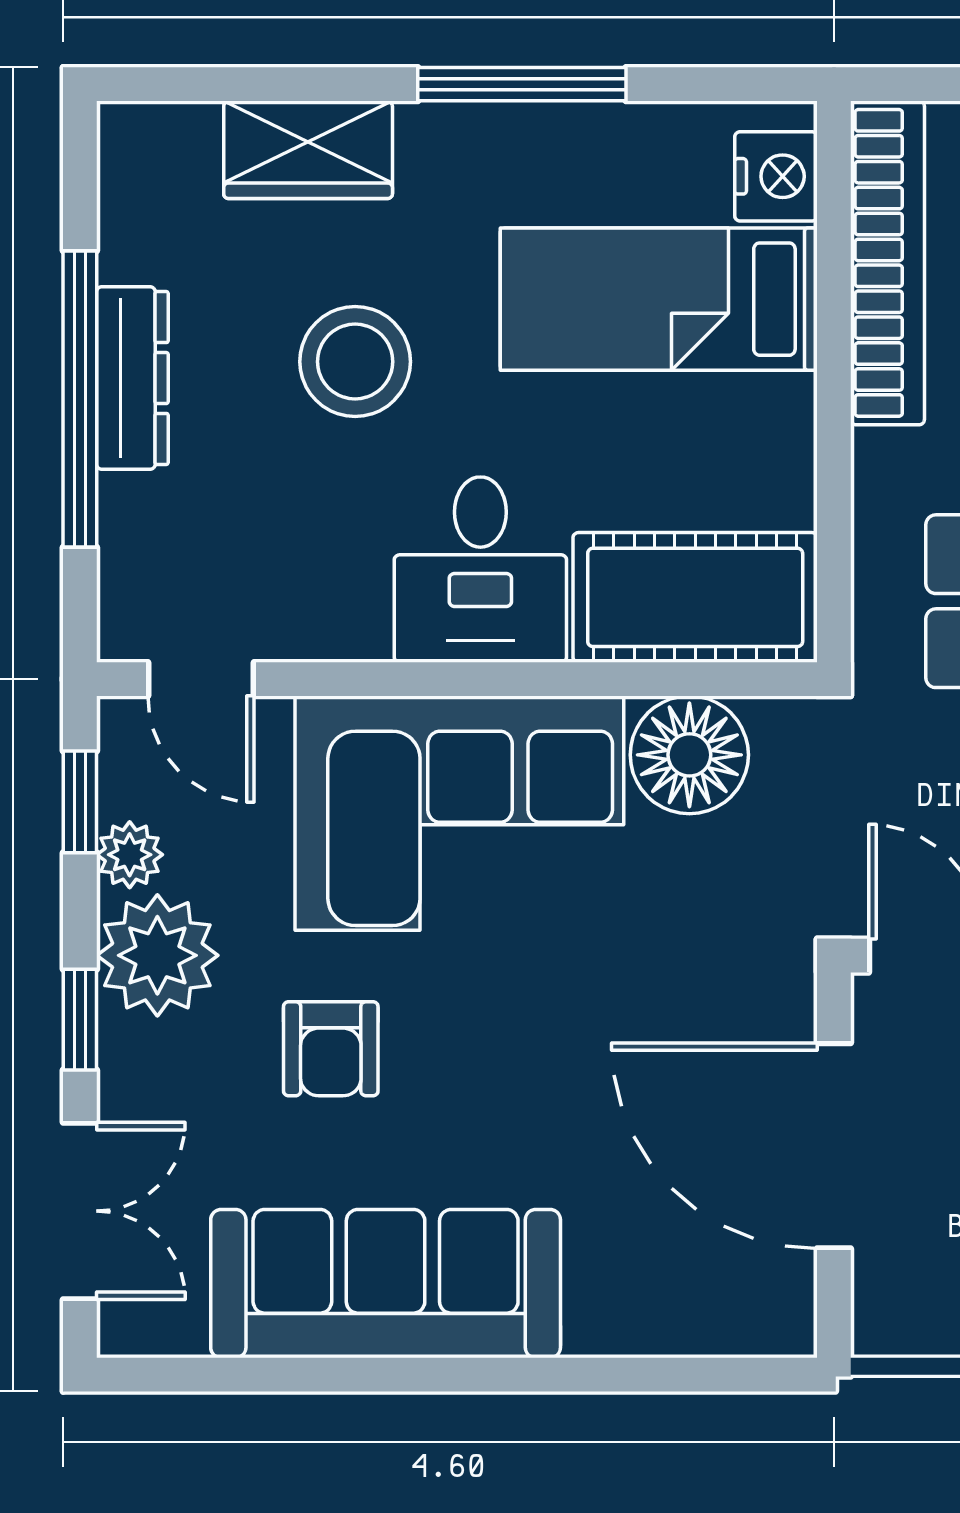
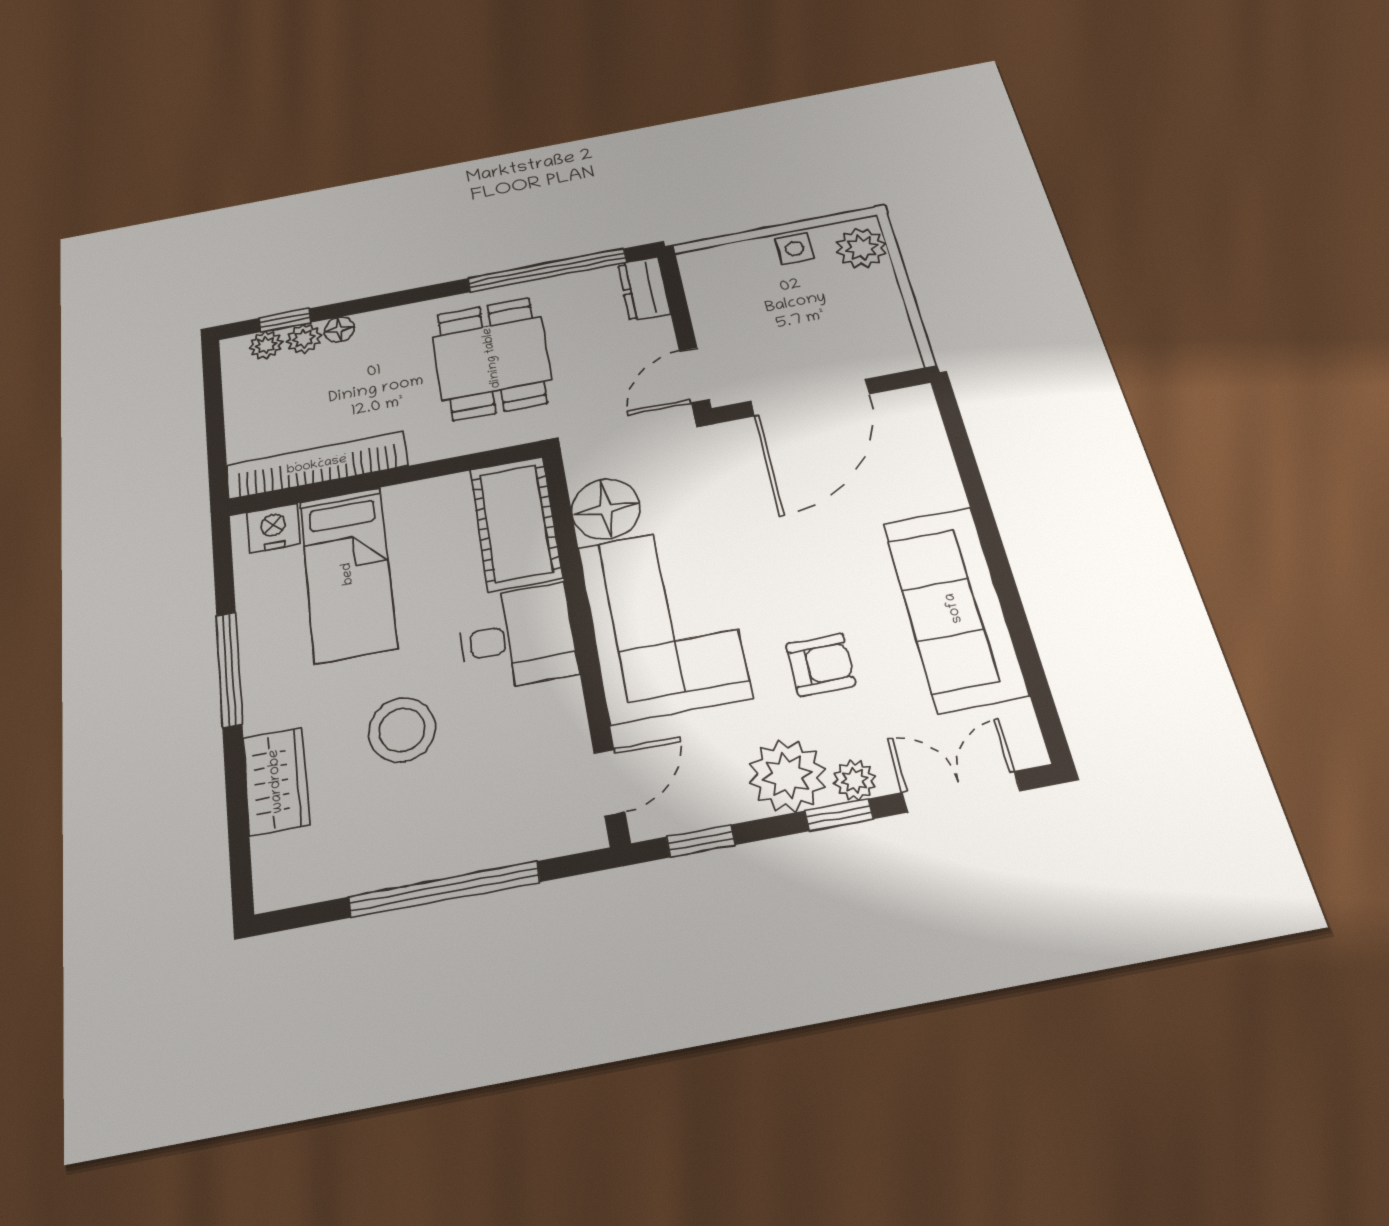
dresser: (132, 378) -> (427, 859), removed
plant: (130, 855) -> (855, 780), moved

